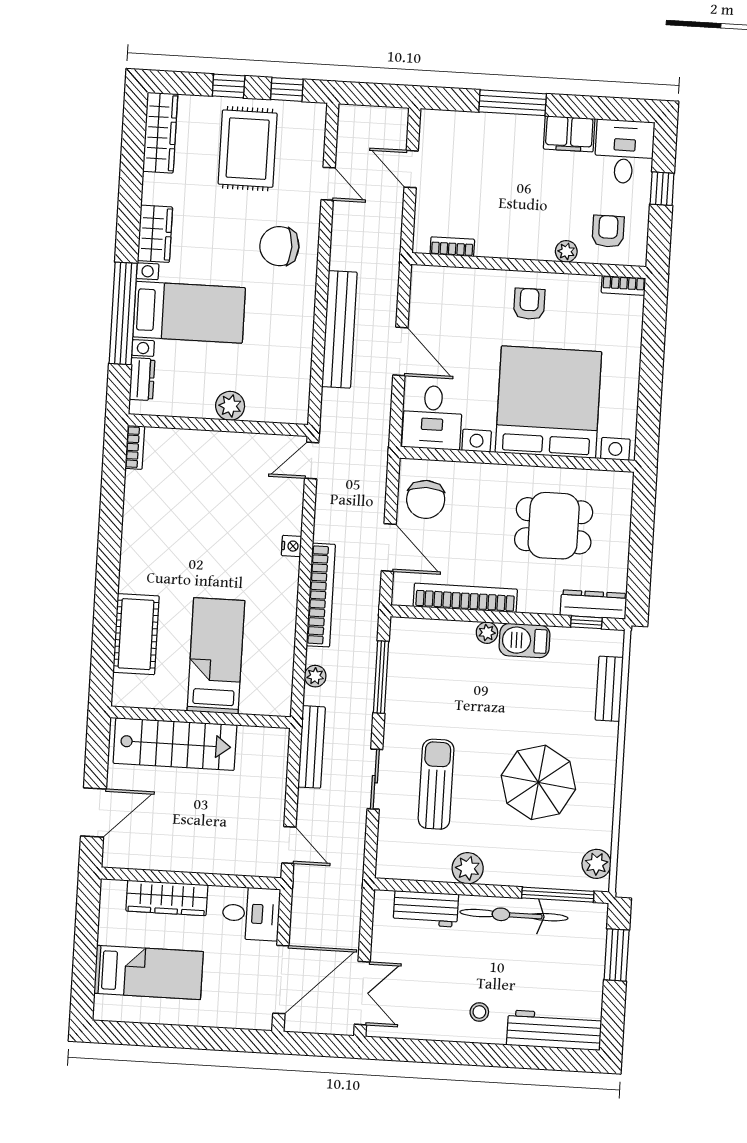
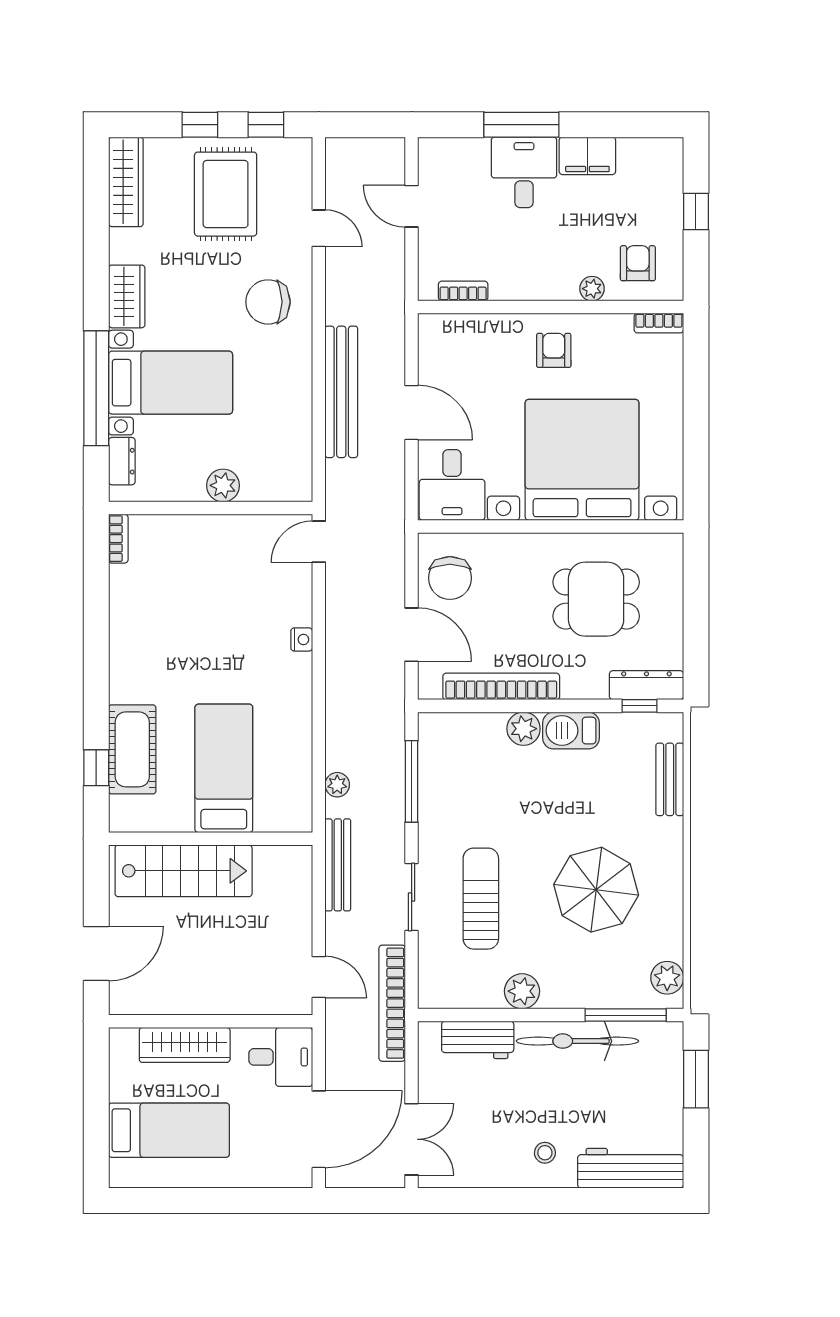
desk: (624, 152) -> (524, 172), moved
bookcase: (321, 595) -> (392, 1003), moved, turned 180
plant: (487, 633) -> (524, 729), width x1.38, depth x1.38
window: (103, 648) -> (96, 768), added

